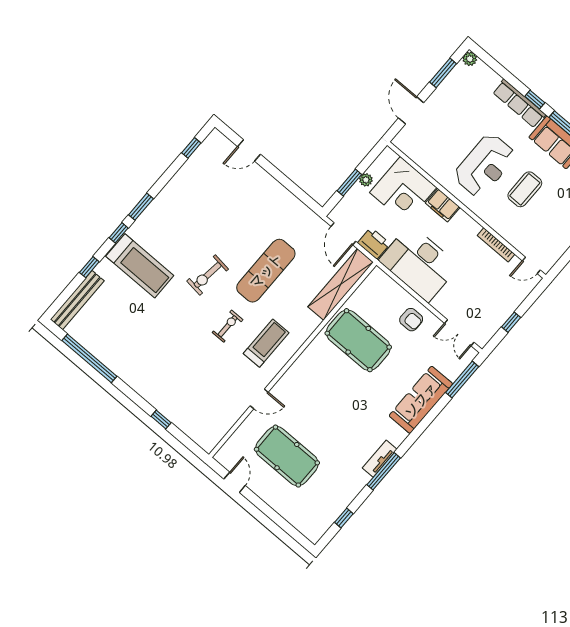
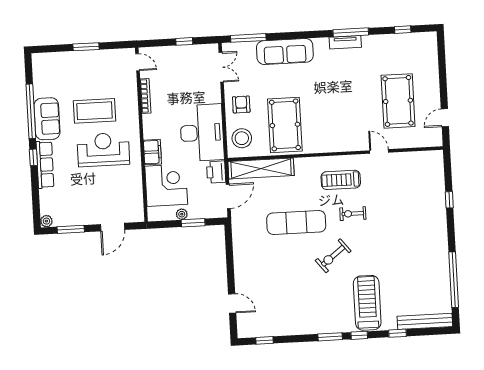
coffee table: (525, 189) -> (94, 111), width x1.36, depth x1.32
exercise bike: (208, 275) -> (333, 256), turned 135
stool: (382, 293) -> (242, 138), added

